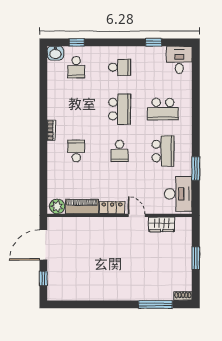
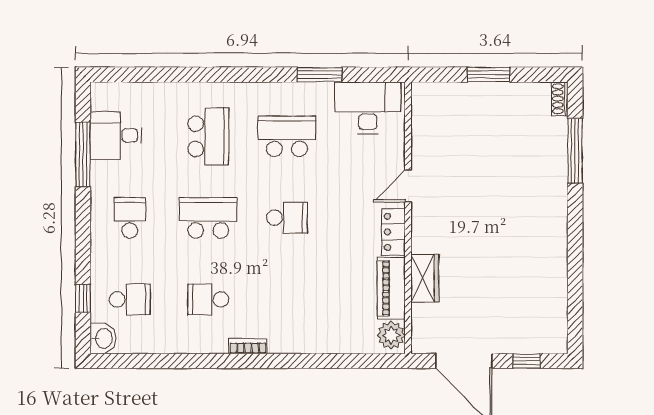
window: (153, 42) -> (83, 154), width x2.17
desk: (179, 60) -> (116, 135), moved
school desk: (76, 151) -> (208, 299), moved
wardrobe: (162, 224) -> (425, 278), moved

